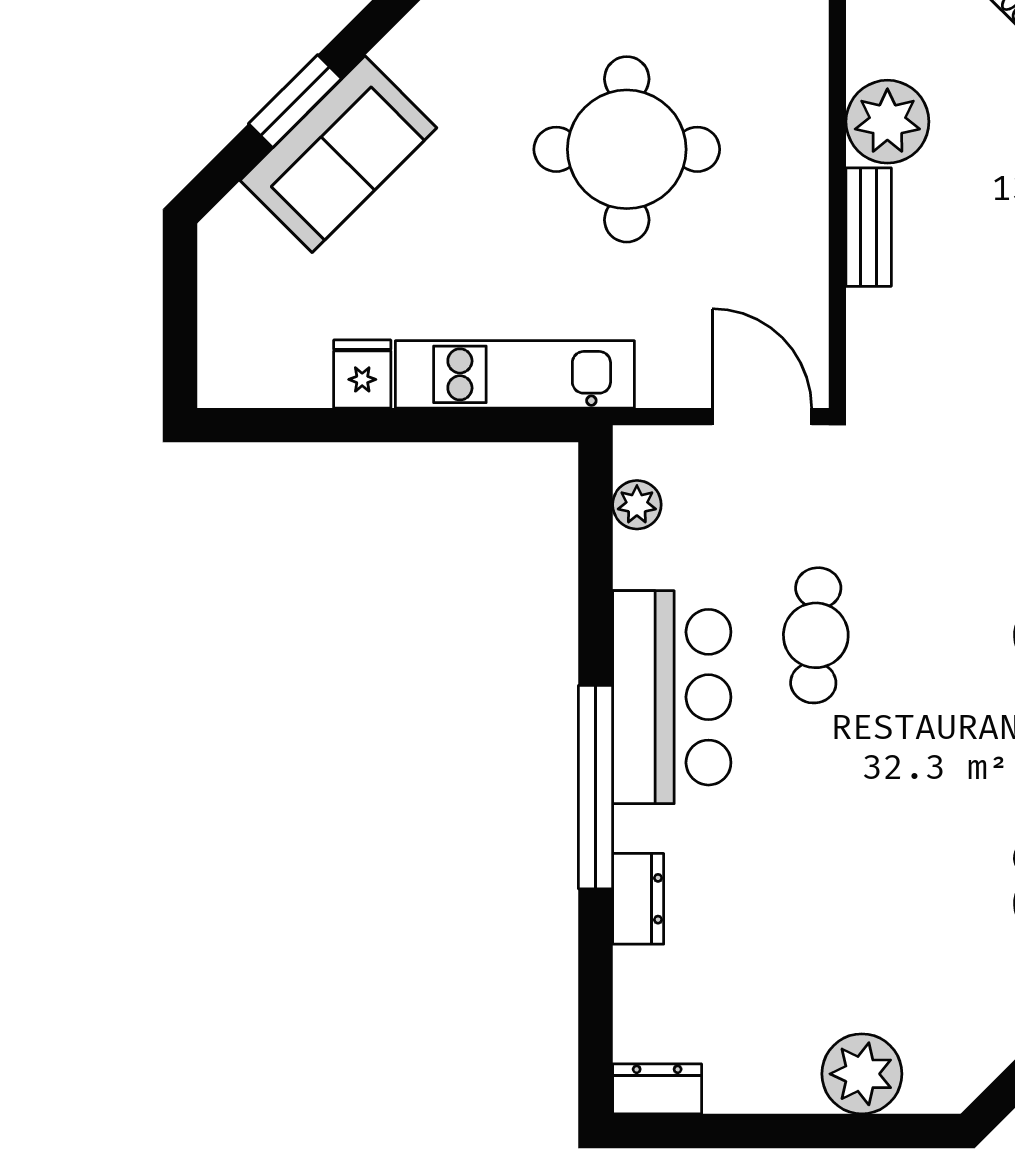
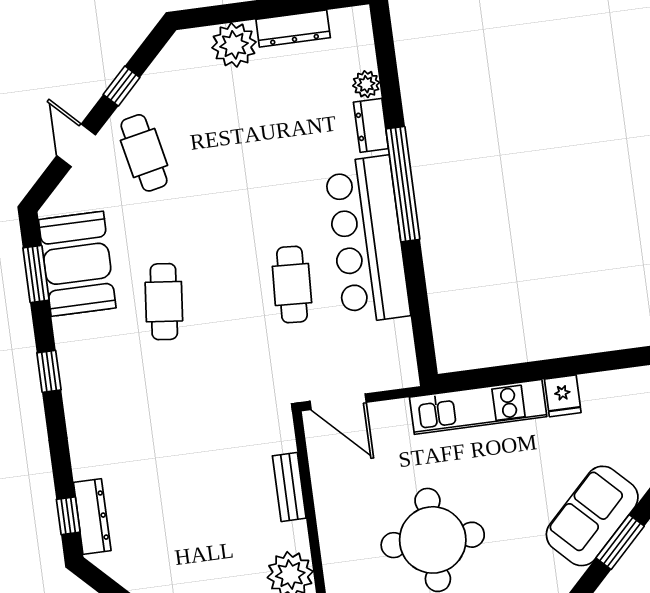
bench: (869, 227) -> (289, 487), moved
plant: (637, 505) -> (366, 84), moved
bar counter: (672, 697) -> (367, 240), width x1.36
dresser: (657, 1089) -> (293, 29), moved, width x1.44

